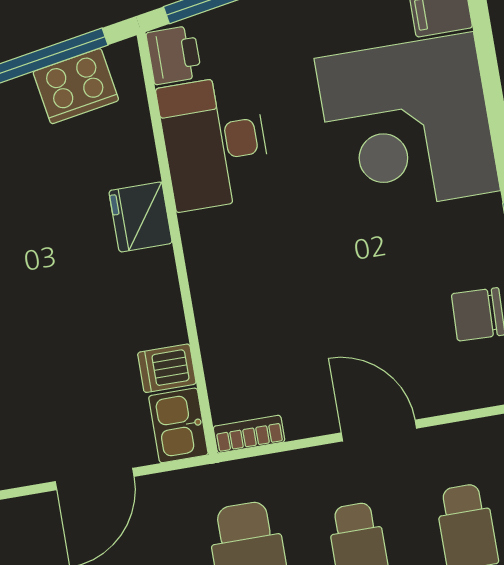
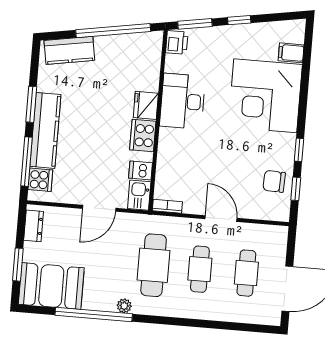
cooker: (76, 86) -> (143, 135), moved, turned 100
desk: (215, 143) -> (183, 101), moved

